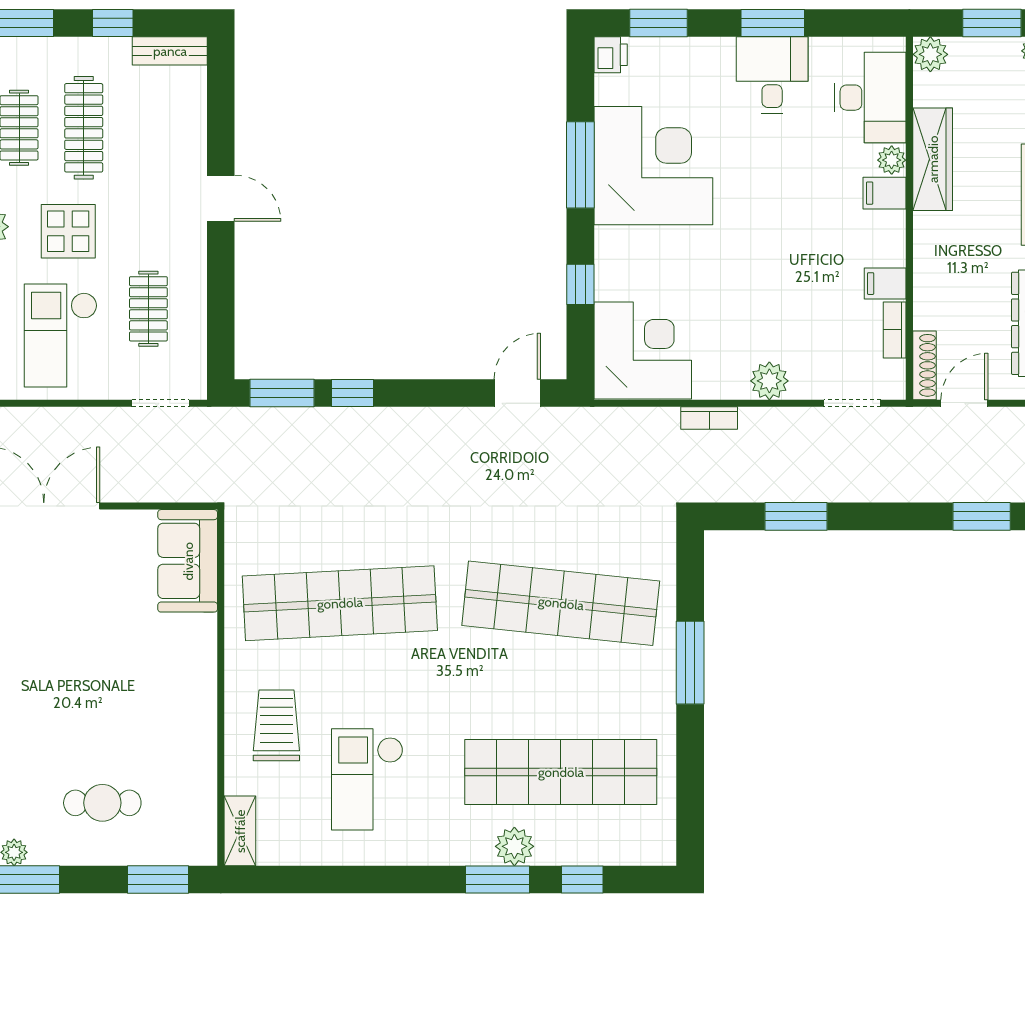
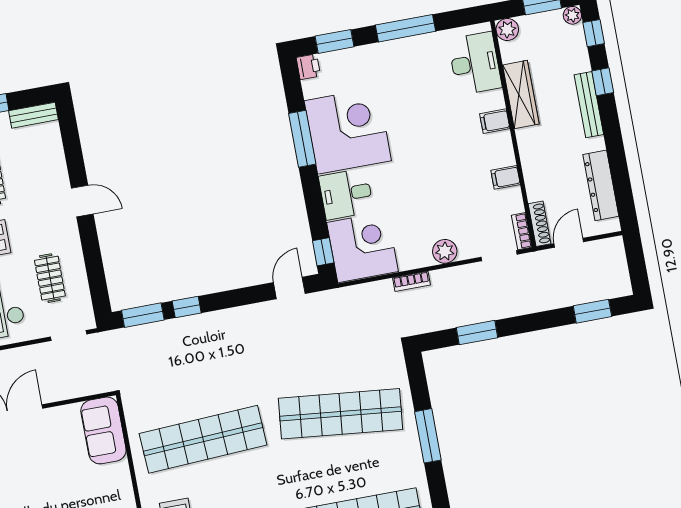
window: (773, 23) -> (406, 28), width x1.44
desk: (772, 75) -> (346, 194), moved, turned -90
plant: (892, 160) -> (495, 100), removed
window: (580, 284) -> (323, 252), moved
bookcase: (895, 330) -> (522, 231), moved

